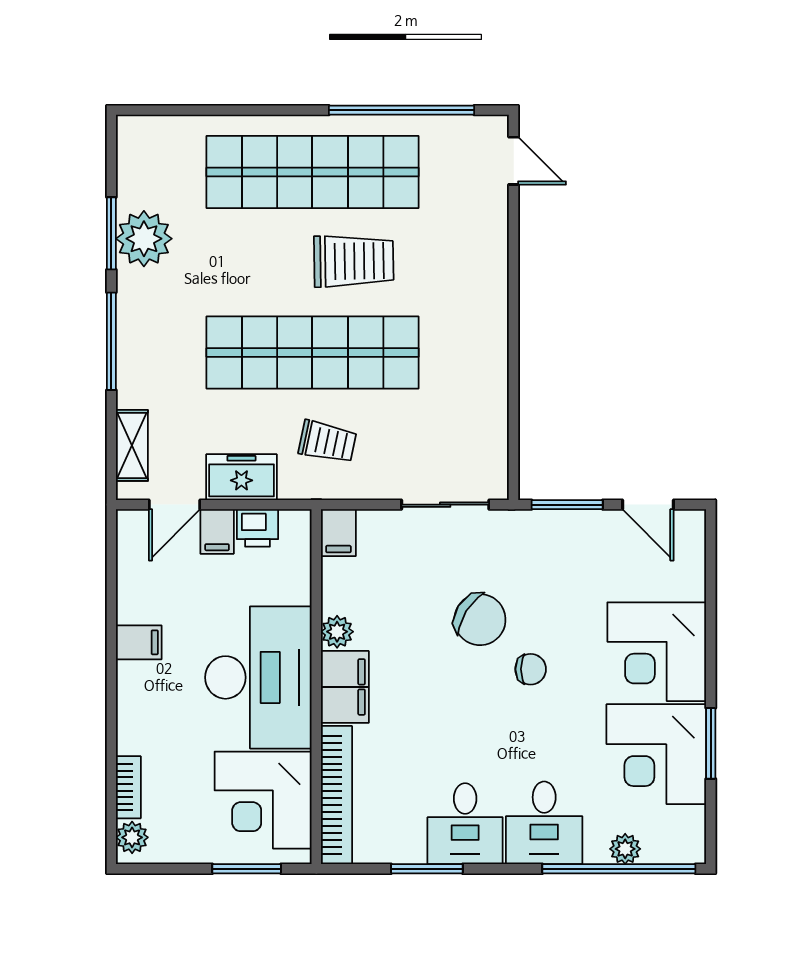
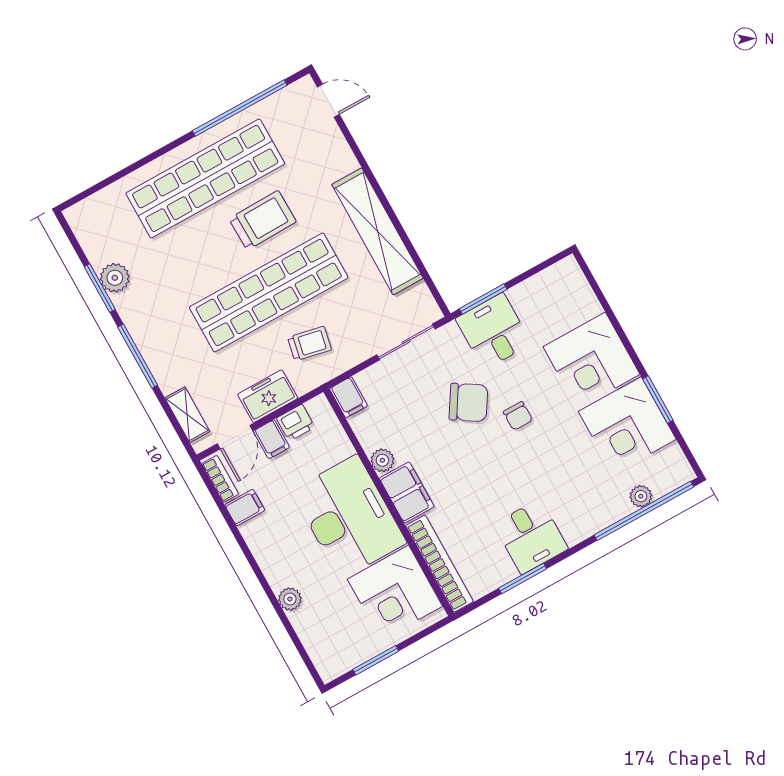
plant: (144, 239) -> (115, 278), width x0.73, depth x0.73
shelving: (485, 352) -> (377, 231), added
door: (648, 505) -> (534, 271), removed
filing cabinet: (139, 642) -> (245, 508), moved
chair: (531, 669) -> (518, 416), turned 90
bookcase: (128, 787) -> (220, 479), moved
desk: (544, 823) -> (493, 331), moved, turned 180
plant: (132, 837) -> (290, 599), moved
window: (247, 869) -> (376, 660), moved

